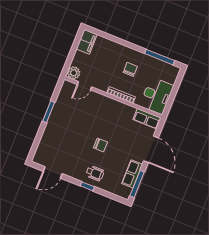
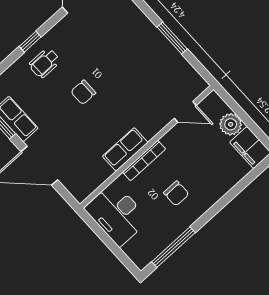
plant: (74, 73) -> (231, 124), moved
door: (85, 86) -> (185, 112), swing flipped
row of seats: (147, 119) -> (125, 149), moved

